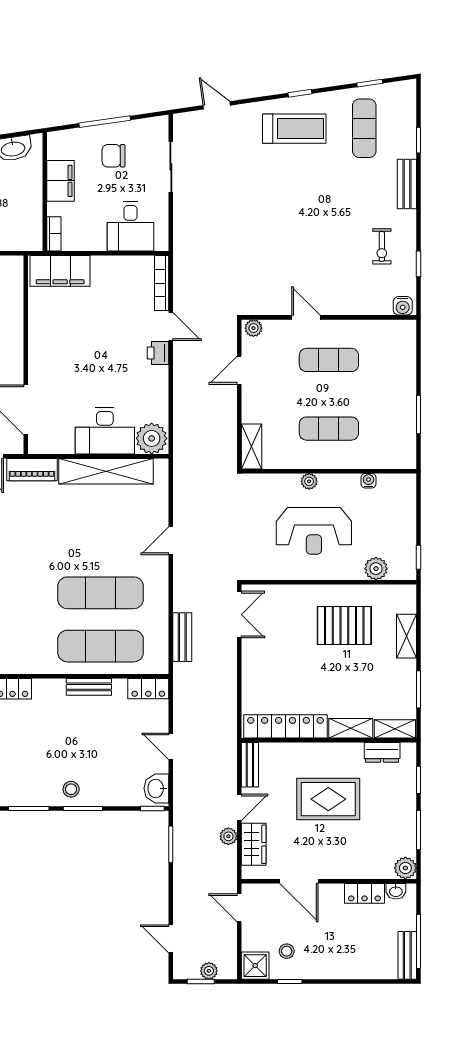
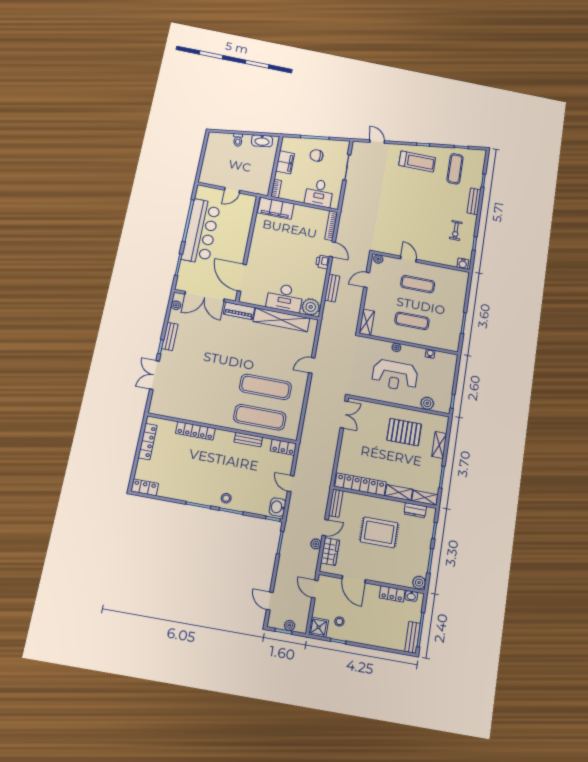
bench: (182, 637) -> (332, 288), moved

